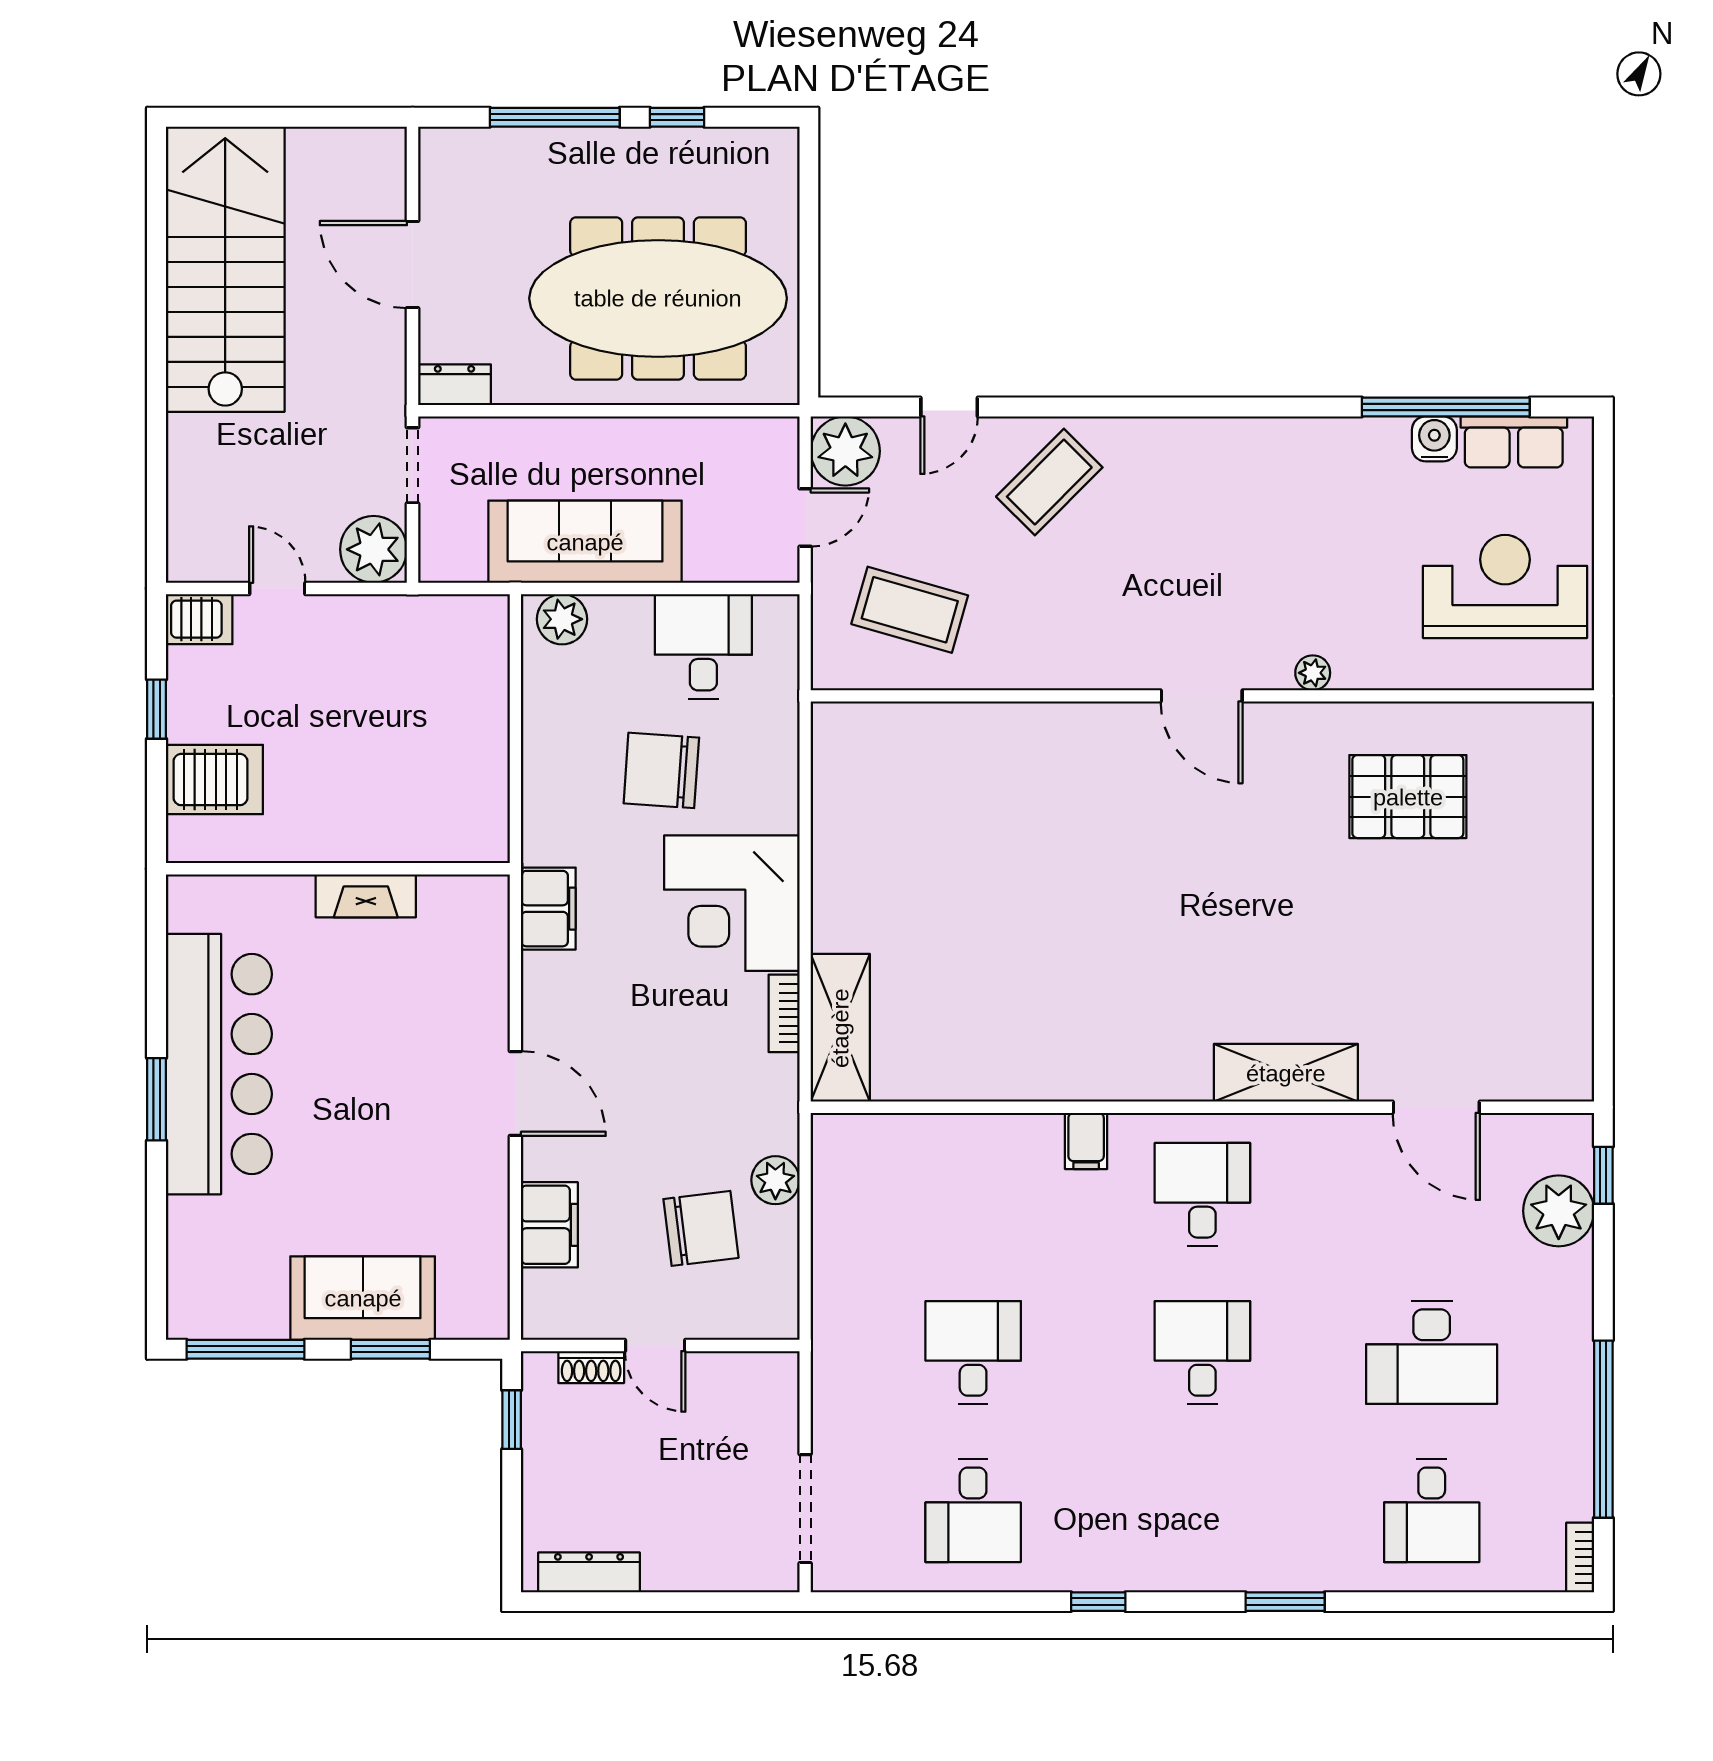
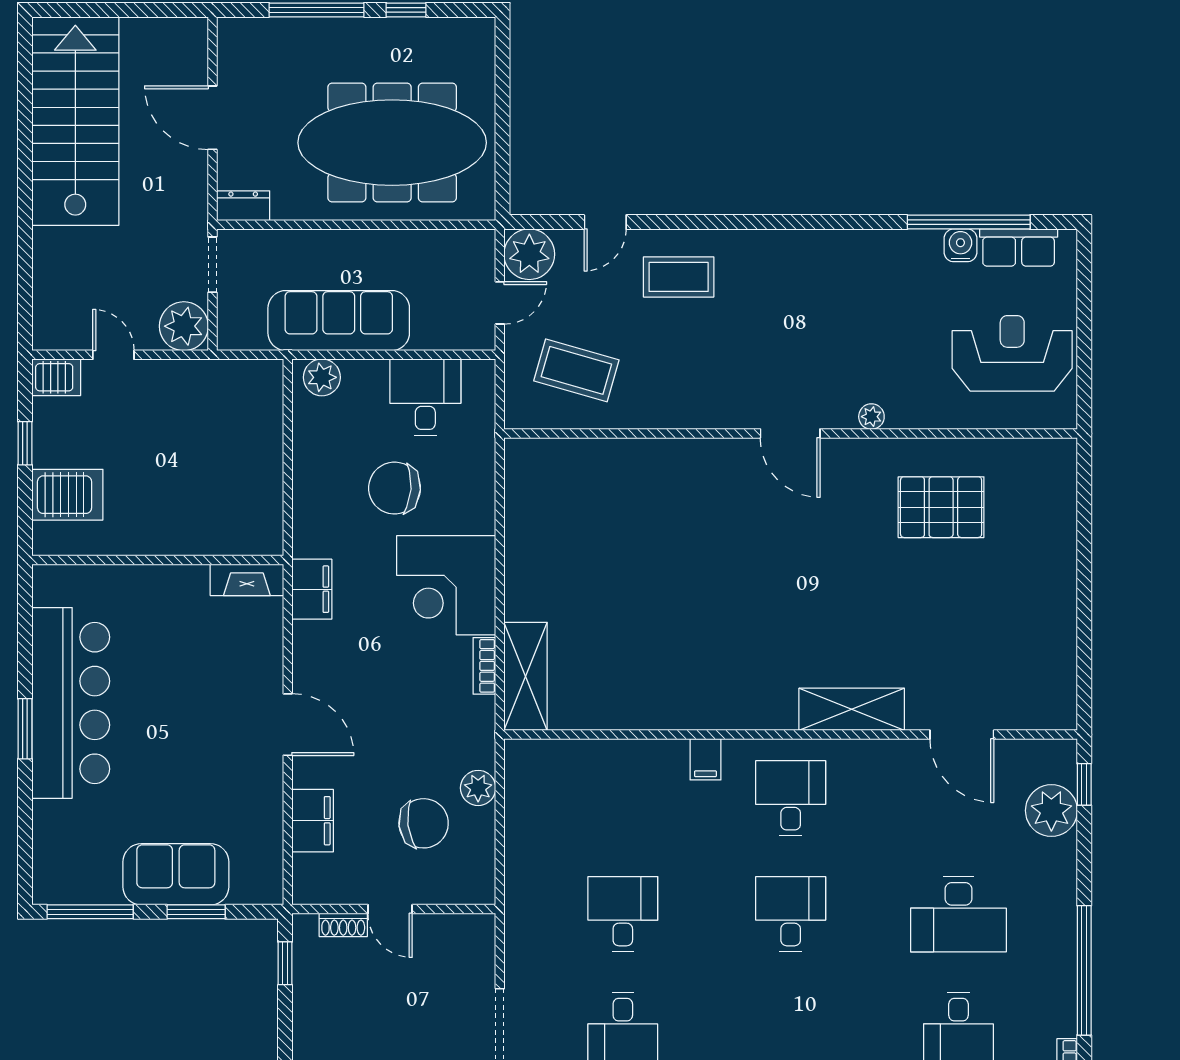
coffee table: (1049, 482) -> (679, 277), turned 45
fireplace: (366, 896) -> (247, 580), moved

